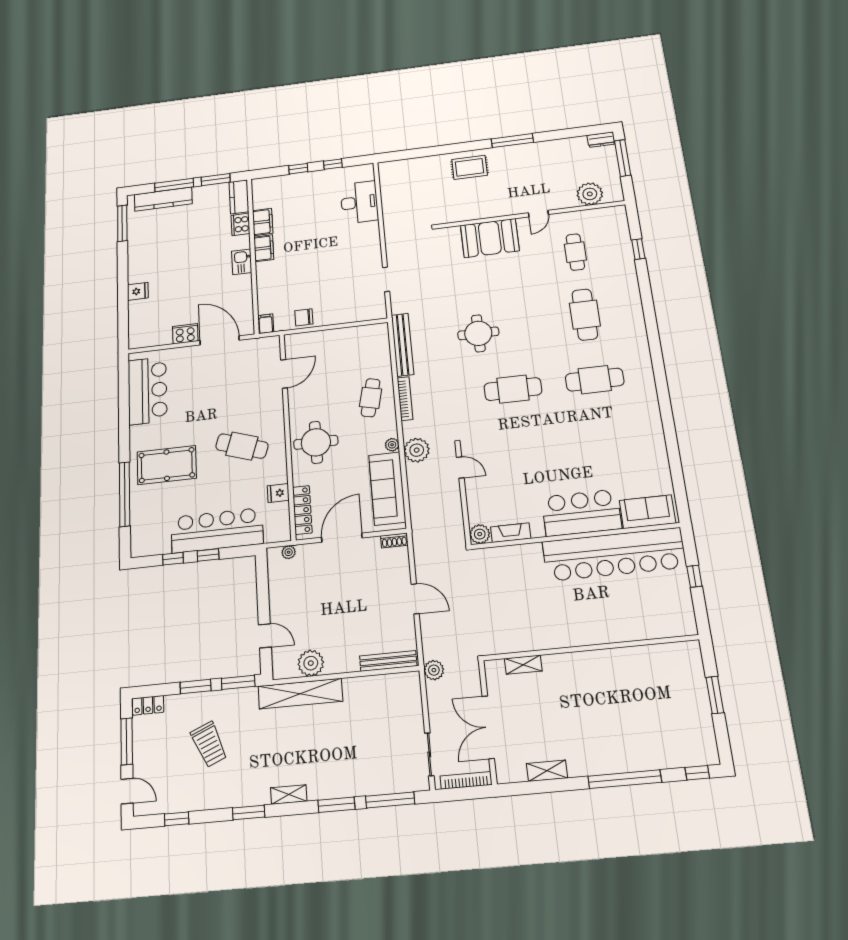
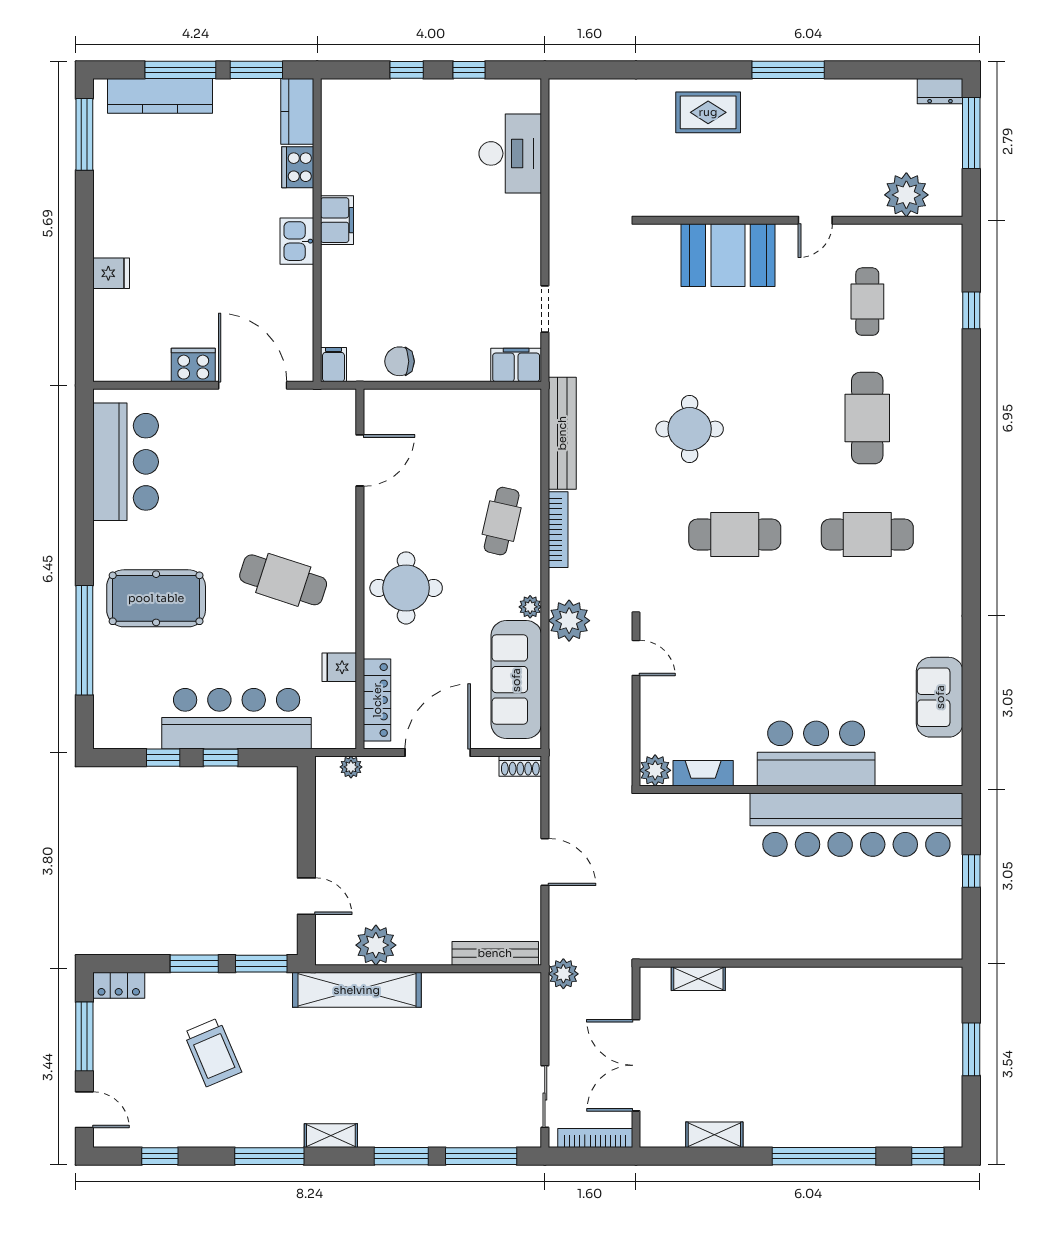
filing cabinet: (263, 222) -> (516, 365), moved, turned -90
sofa: (647, 512) -> (940, 697), moved, turned -90
window: (249, 812) -> (269, 1156), width x1.44

